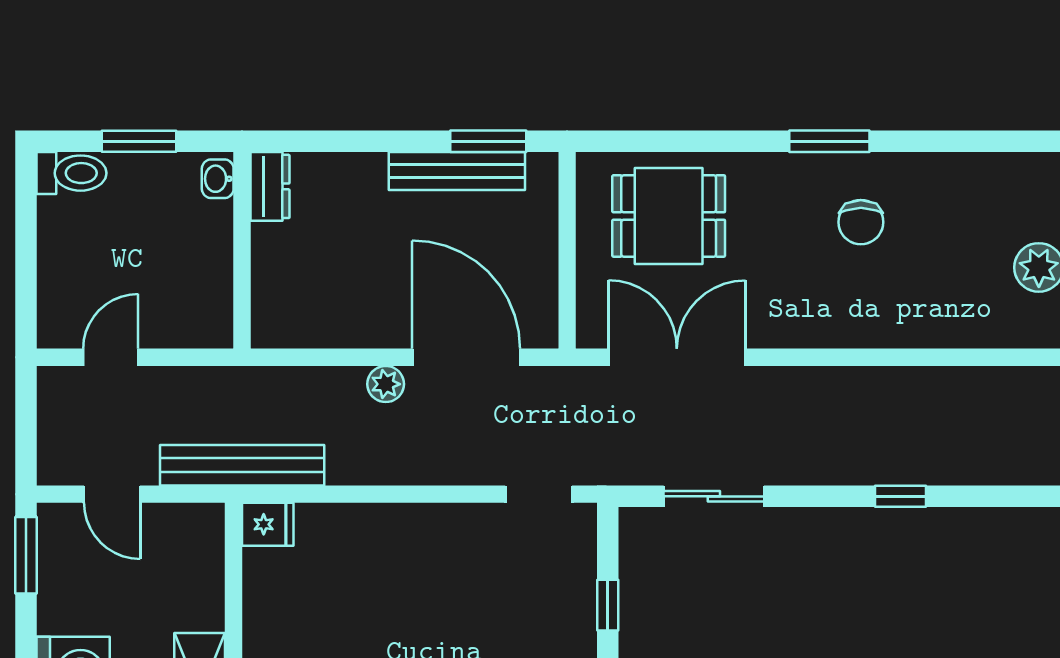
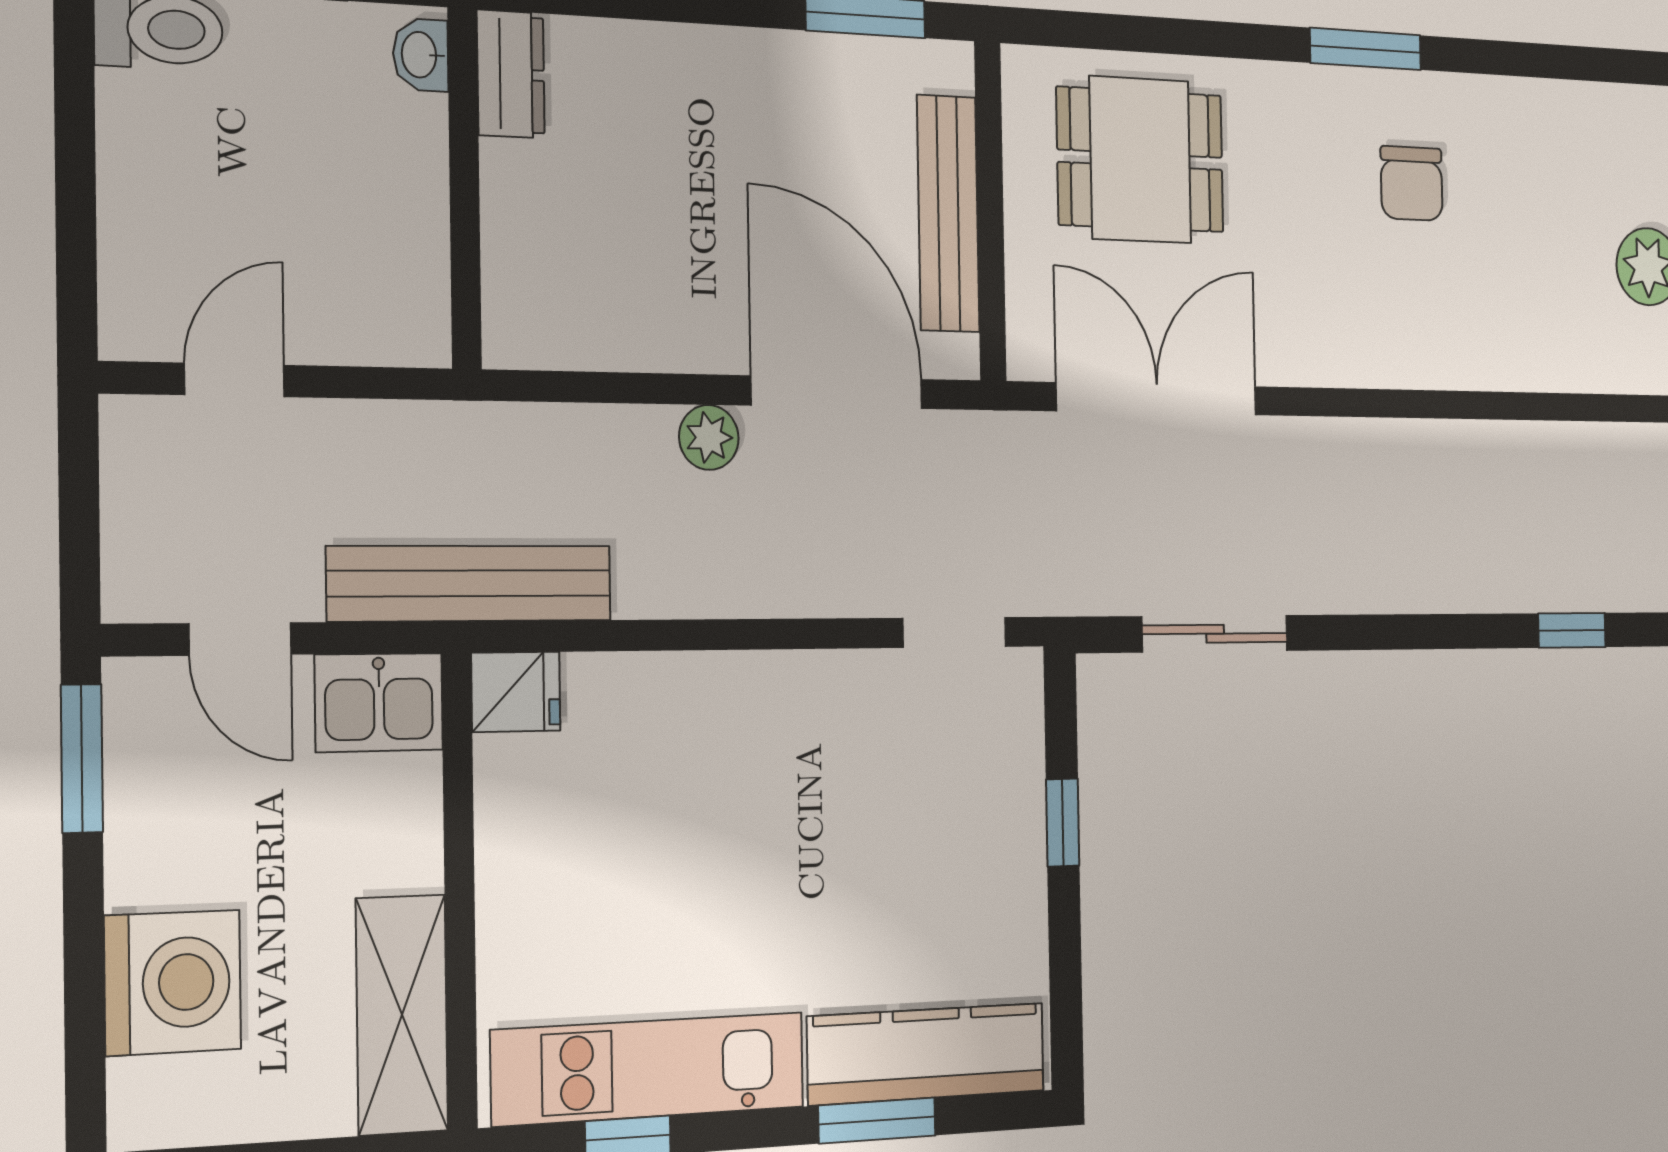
bench: (457, 171) -> (948, 214), moved, turned 90
window: (900, 496) -> (1572, 630), moved
kitchen sink: (189, 529) -> (379, 702), added

